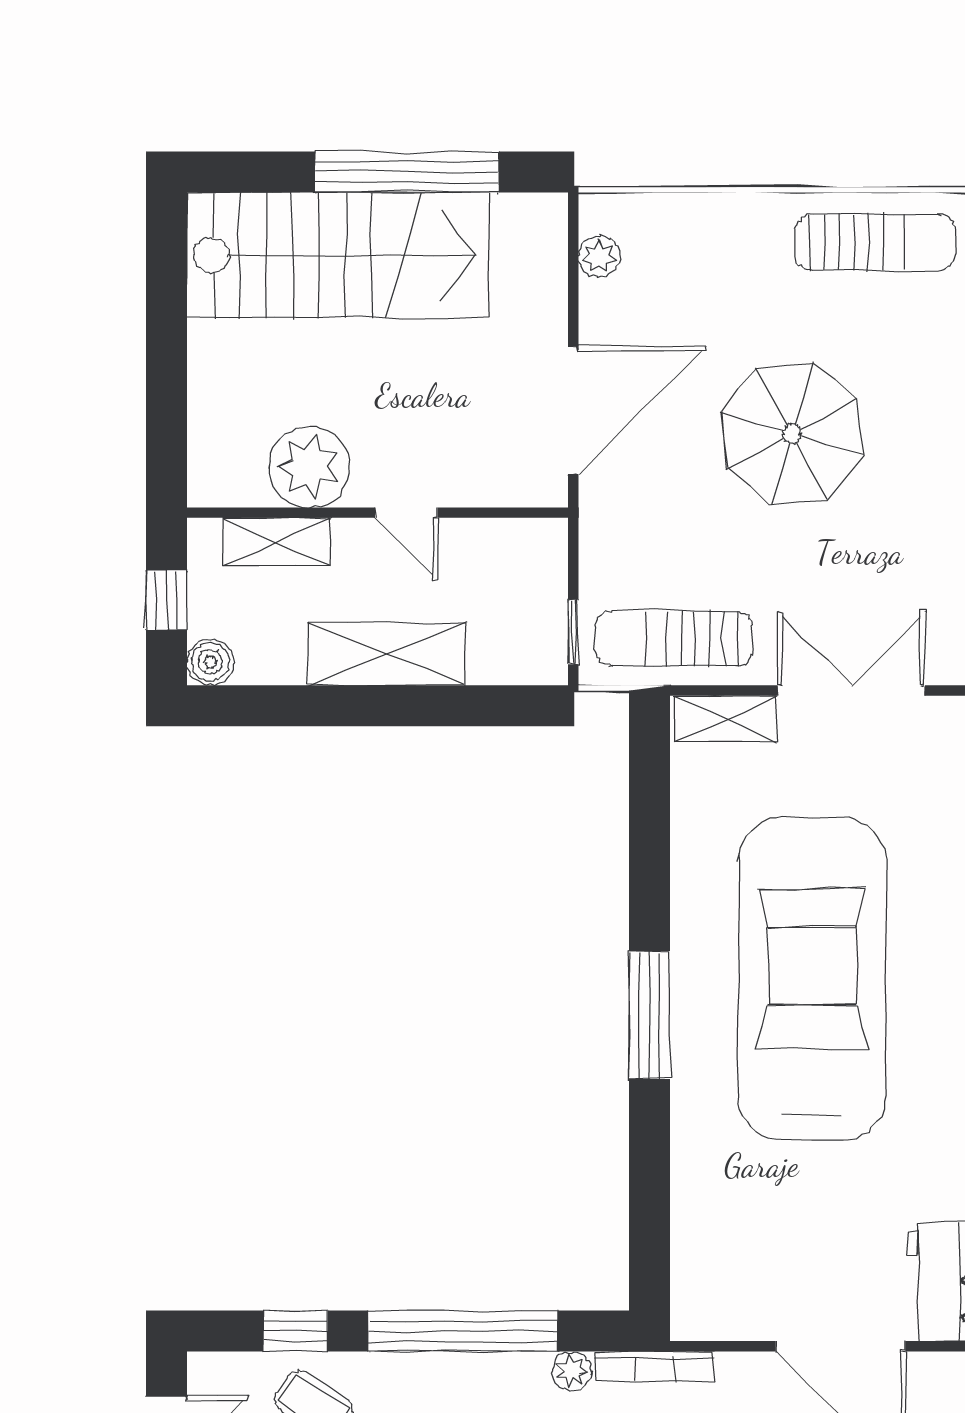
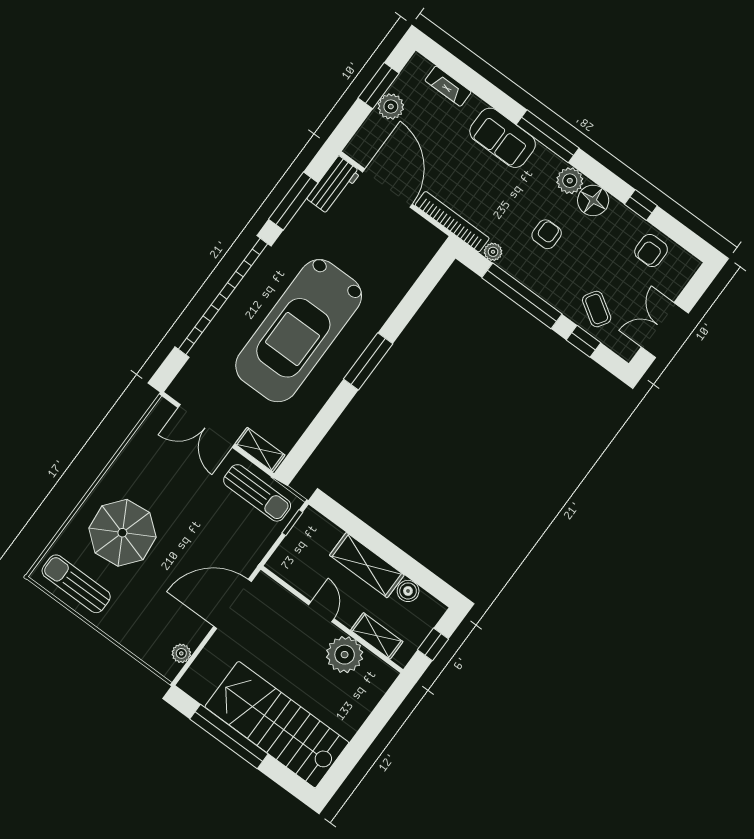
parasol: (792, 434) -> (122, 533), moved
boiler: (210, 662) -> (408, 591), moved
bookcase: (654, 1366) -> (452, 222), width x1.48, depth x1.31

